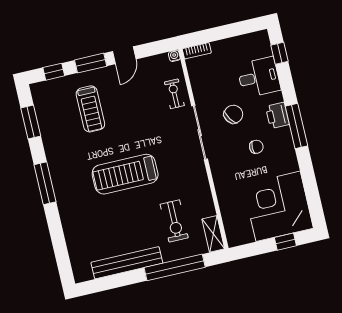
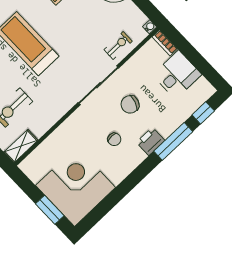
desk: (259, 77) -> (177, 75), moved, turned -90
chair: (233, 114) -> (130, 104), turned 141
window: (296, 126) -> (173, 141), moved
window: (285, 242) -> (50, 210), width x1.50

